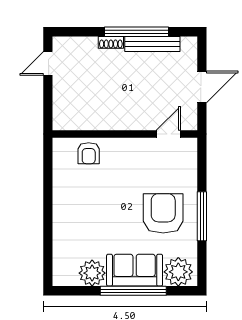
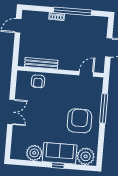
bench: (152, 44) -> (41, 63), moved
double door: (48, 208) -> (11, 112), added
window: (202, 216) -> (104, 108), moved
window: (133, 291) -> (58, 165), width x0.32

